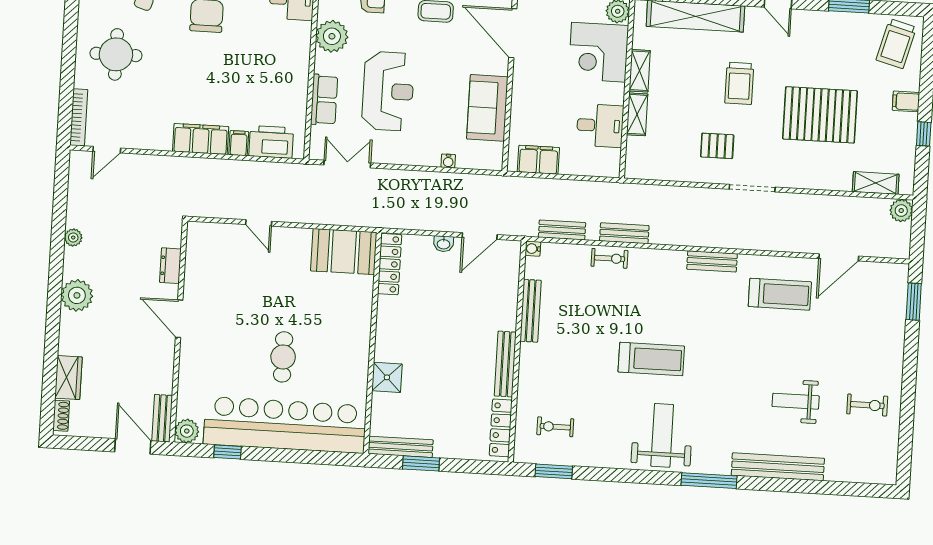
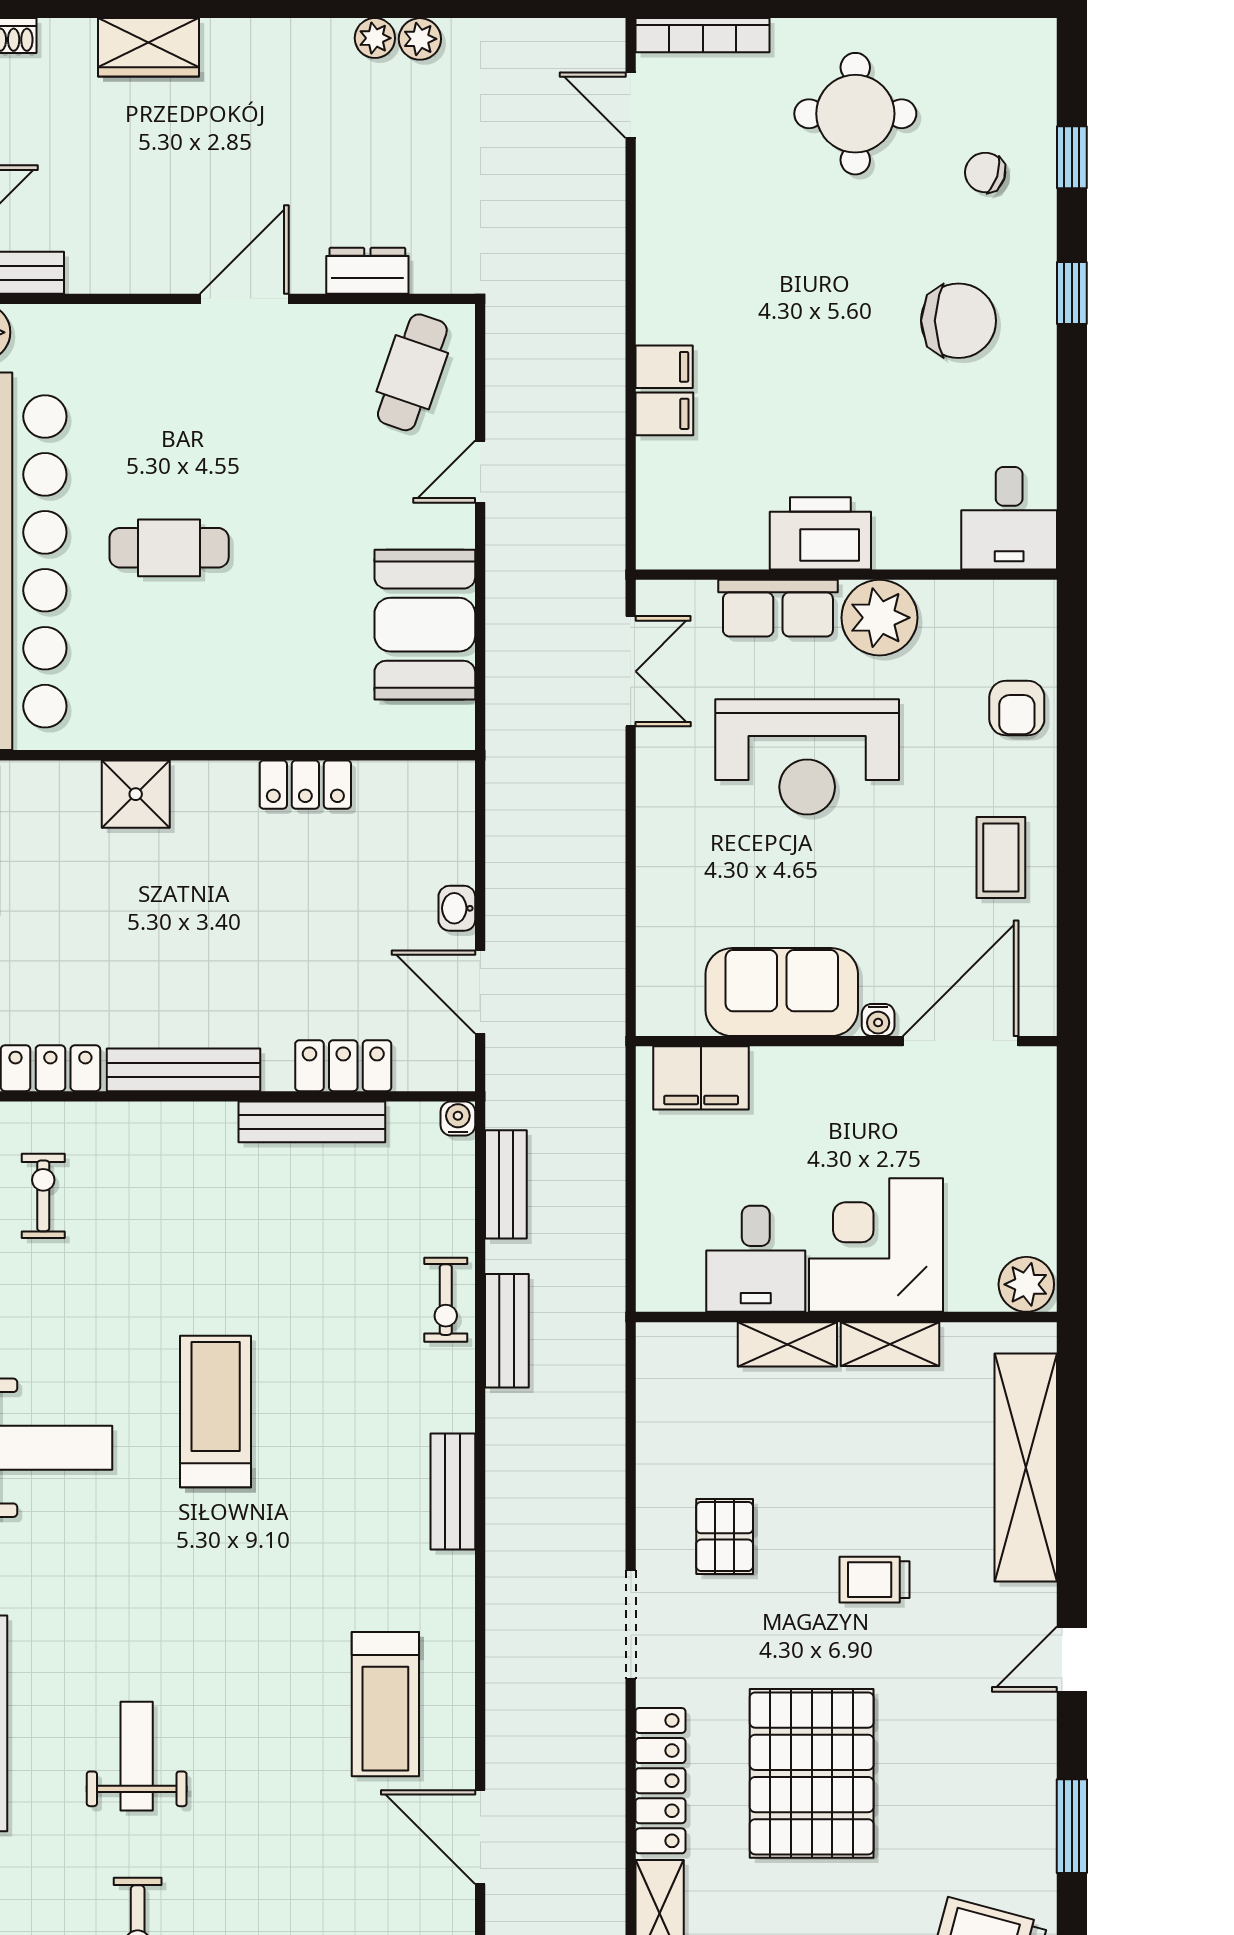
plant: (332, 36) -> (879, 618), moved
corner desk: (598, 52) -> (876, 1245), moved
trolley: (739, 83) -> (874, 1580), width x0.73, depth x0.72
filing cabinet: (201, 139) -> (664, 367), width x0.33, depth x0.86
printer: (271, 142) -> (820, 533), moved, turned -90
filing cabinet: (538, 160) -> (701, 1078), moved, turned 90
water cooler: (448, 161) -> (878, 1020), moved, turned -90
locker: (819, 179) -> (660, 1781), added
cafe table: (215, 249) -> (412, 372), added
booth: (344, 252) -> (425, 625), moved
bench: (712, 261) -> (453, 1492), moved
locker: (390, 264) -> (305, 785), moved, width x0.66
plant: (77, 295) -> (375, 38), moved, width x0.53, depth x0.53
locker: (508, 296) -> (343, 1066), added
treadmill: (651, 359) -> (216, 1412), turned 180
wardrobe: (68, 378) -> (149, 47), moved

